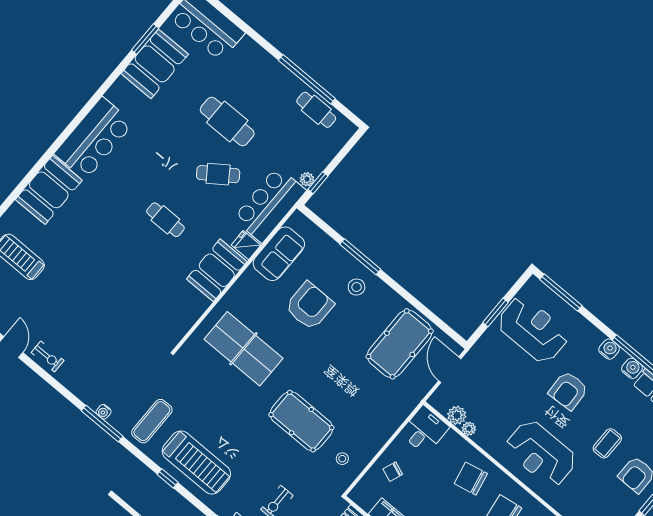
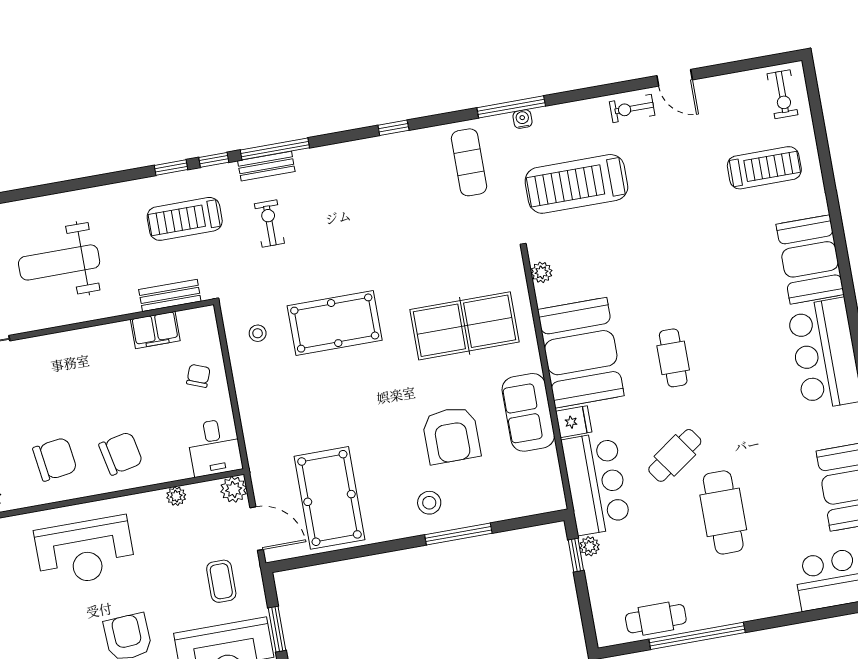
cafe table: (227, 122) -> (723, 512), turned 90
cafe table: (165, 220) -> (673, 358), turned 90
sofa: (279, 254) -> (528, 412), moved
booth: (217, 270) -> (581, 353), width x1.36, depth x1.42
plant: (179, 331) -> (542, 272), added
plant: (457, 415) -> (234, 489), moved
coffee table: (607, 443) -> (221, 581), moved
reception desk: (541, 453) -> (85, 551), turned 180
treadmill: (196, 462) -> (576, 184), moved

